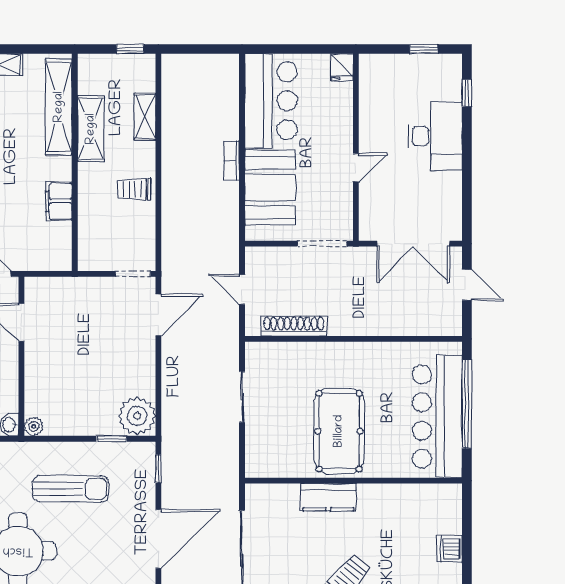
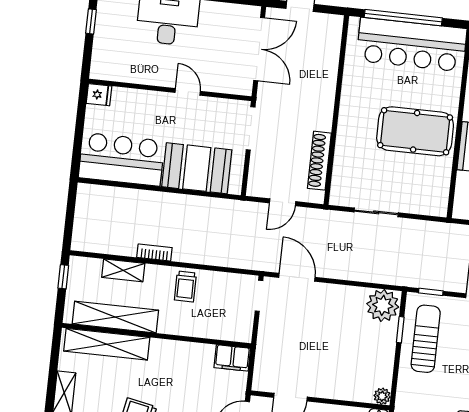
shelving: (91, 129) -> (115, 317), width x1.47
bookcase: (231, 160) -> (154, 253), moved, turned 180
filing cabinet: (59, 201) -> (232, 358), moved
sun lounger: (70, 489) -> (426, 339), moved

